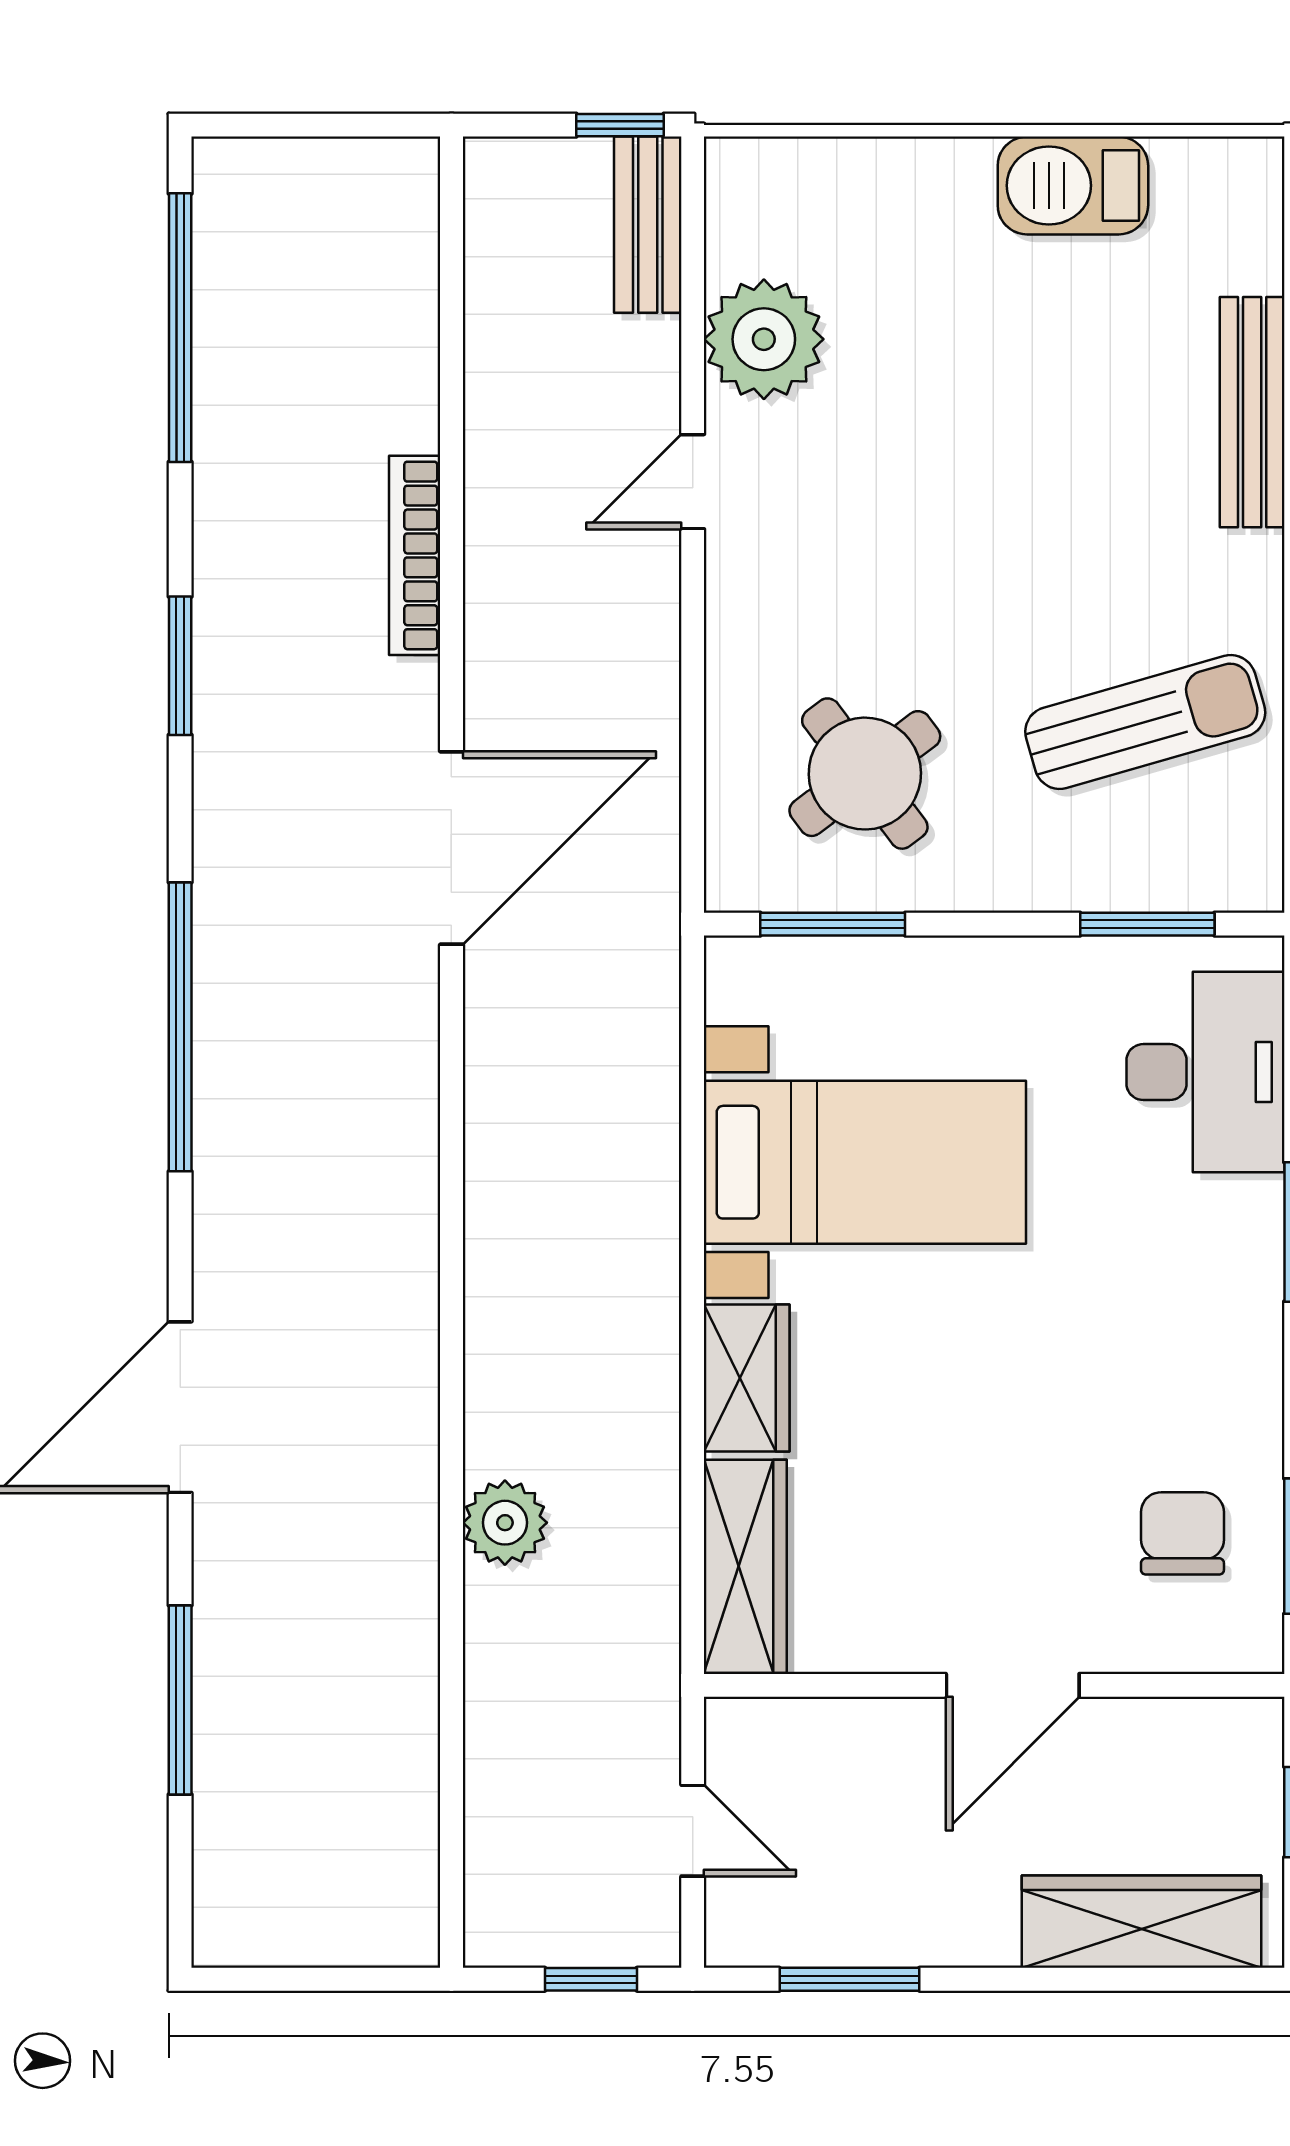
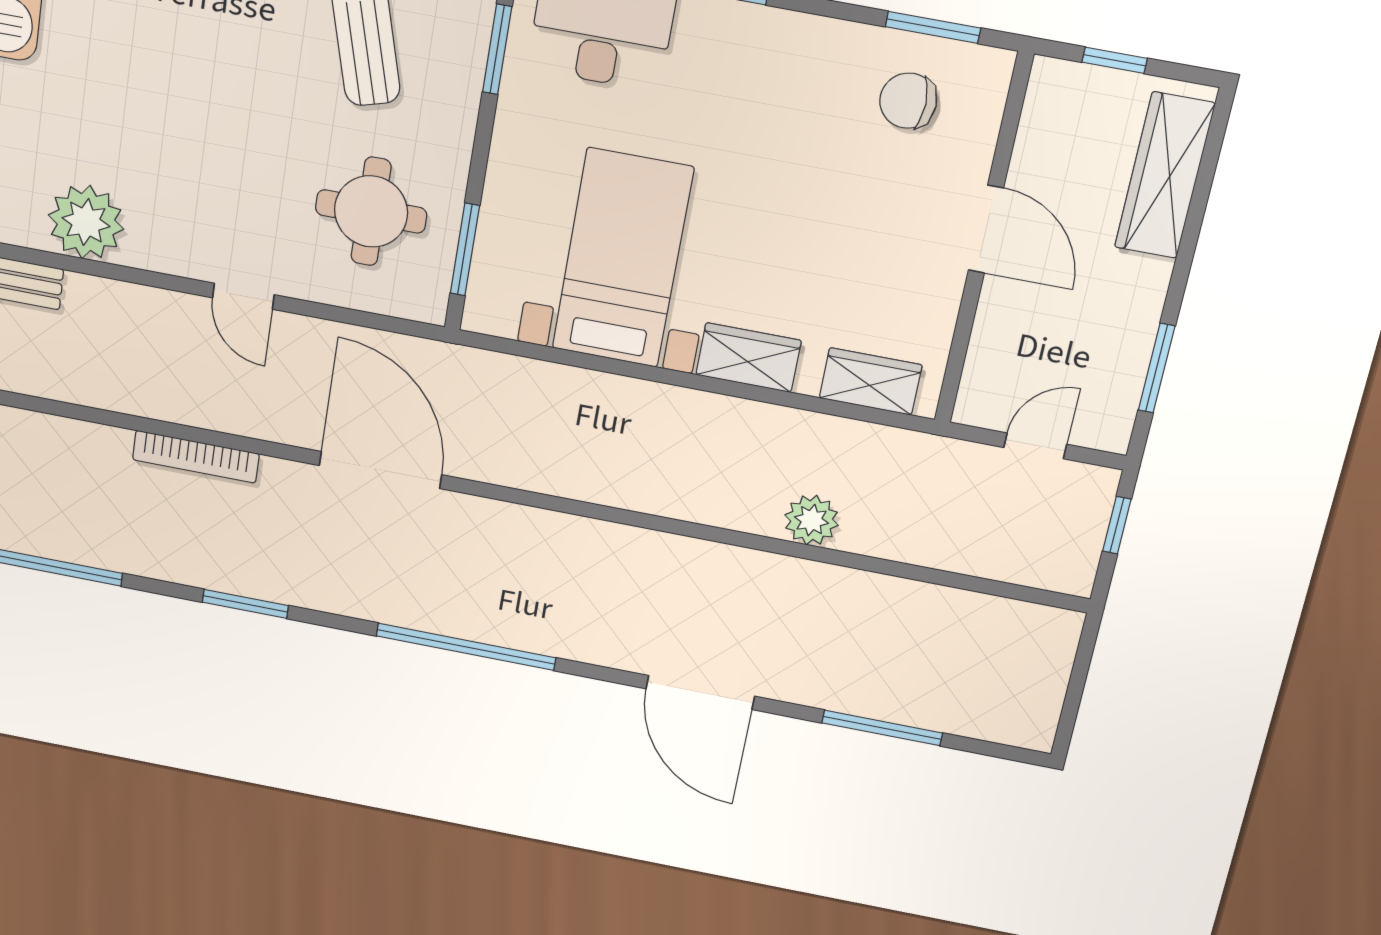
door: (693, 482) -> (243, 296), moved
round table: (865, 774) -> (371, 211), turned 37
wardrobe: (745, 1566) -> (871, 381), width x0.67

